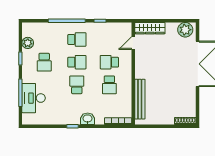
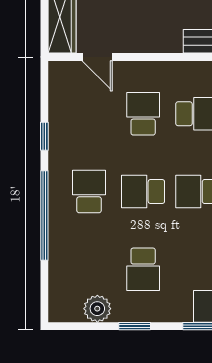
school desk: (44, 62) -> (143, 269), turned 90
school desk: (77, 62) -> (143, 192), turned -90
school desk: (109, 62) -> (143, 114), turned 180

